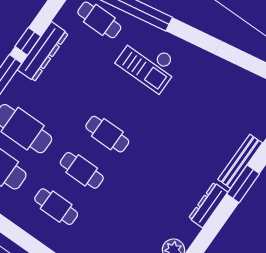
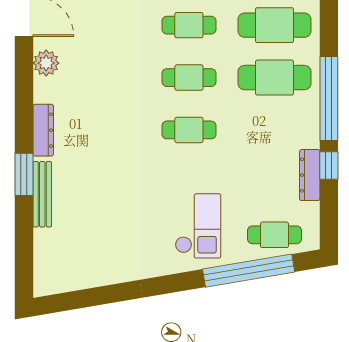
dresser: (43, 52) -> (310, 175), width x0.73, depth x0.80
checkout: (148, 63) -> (198, 226), turned 90

